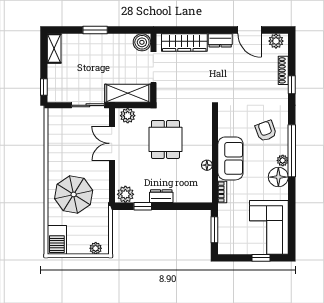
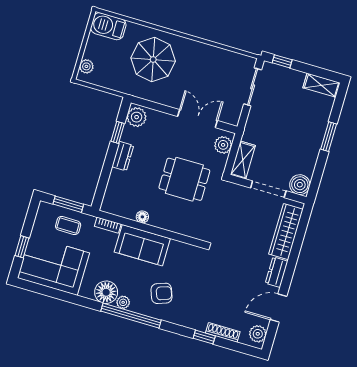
shelving: (128, 93) -> (243, 160), width x0.67, depth x0.75
sliding door: (88, 105) -> (253, 87), moved
coffee table: (232, 225) -> (68, 225), added

